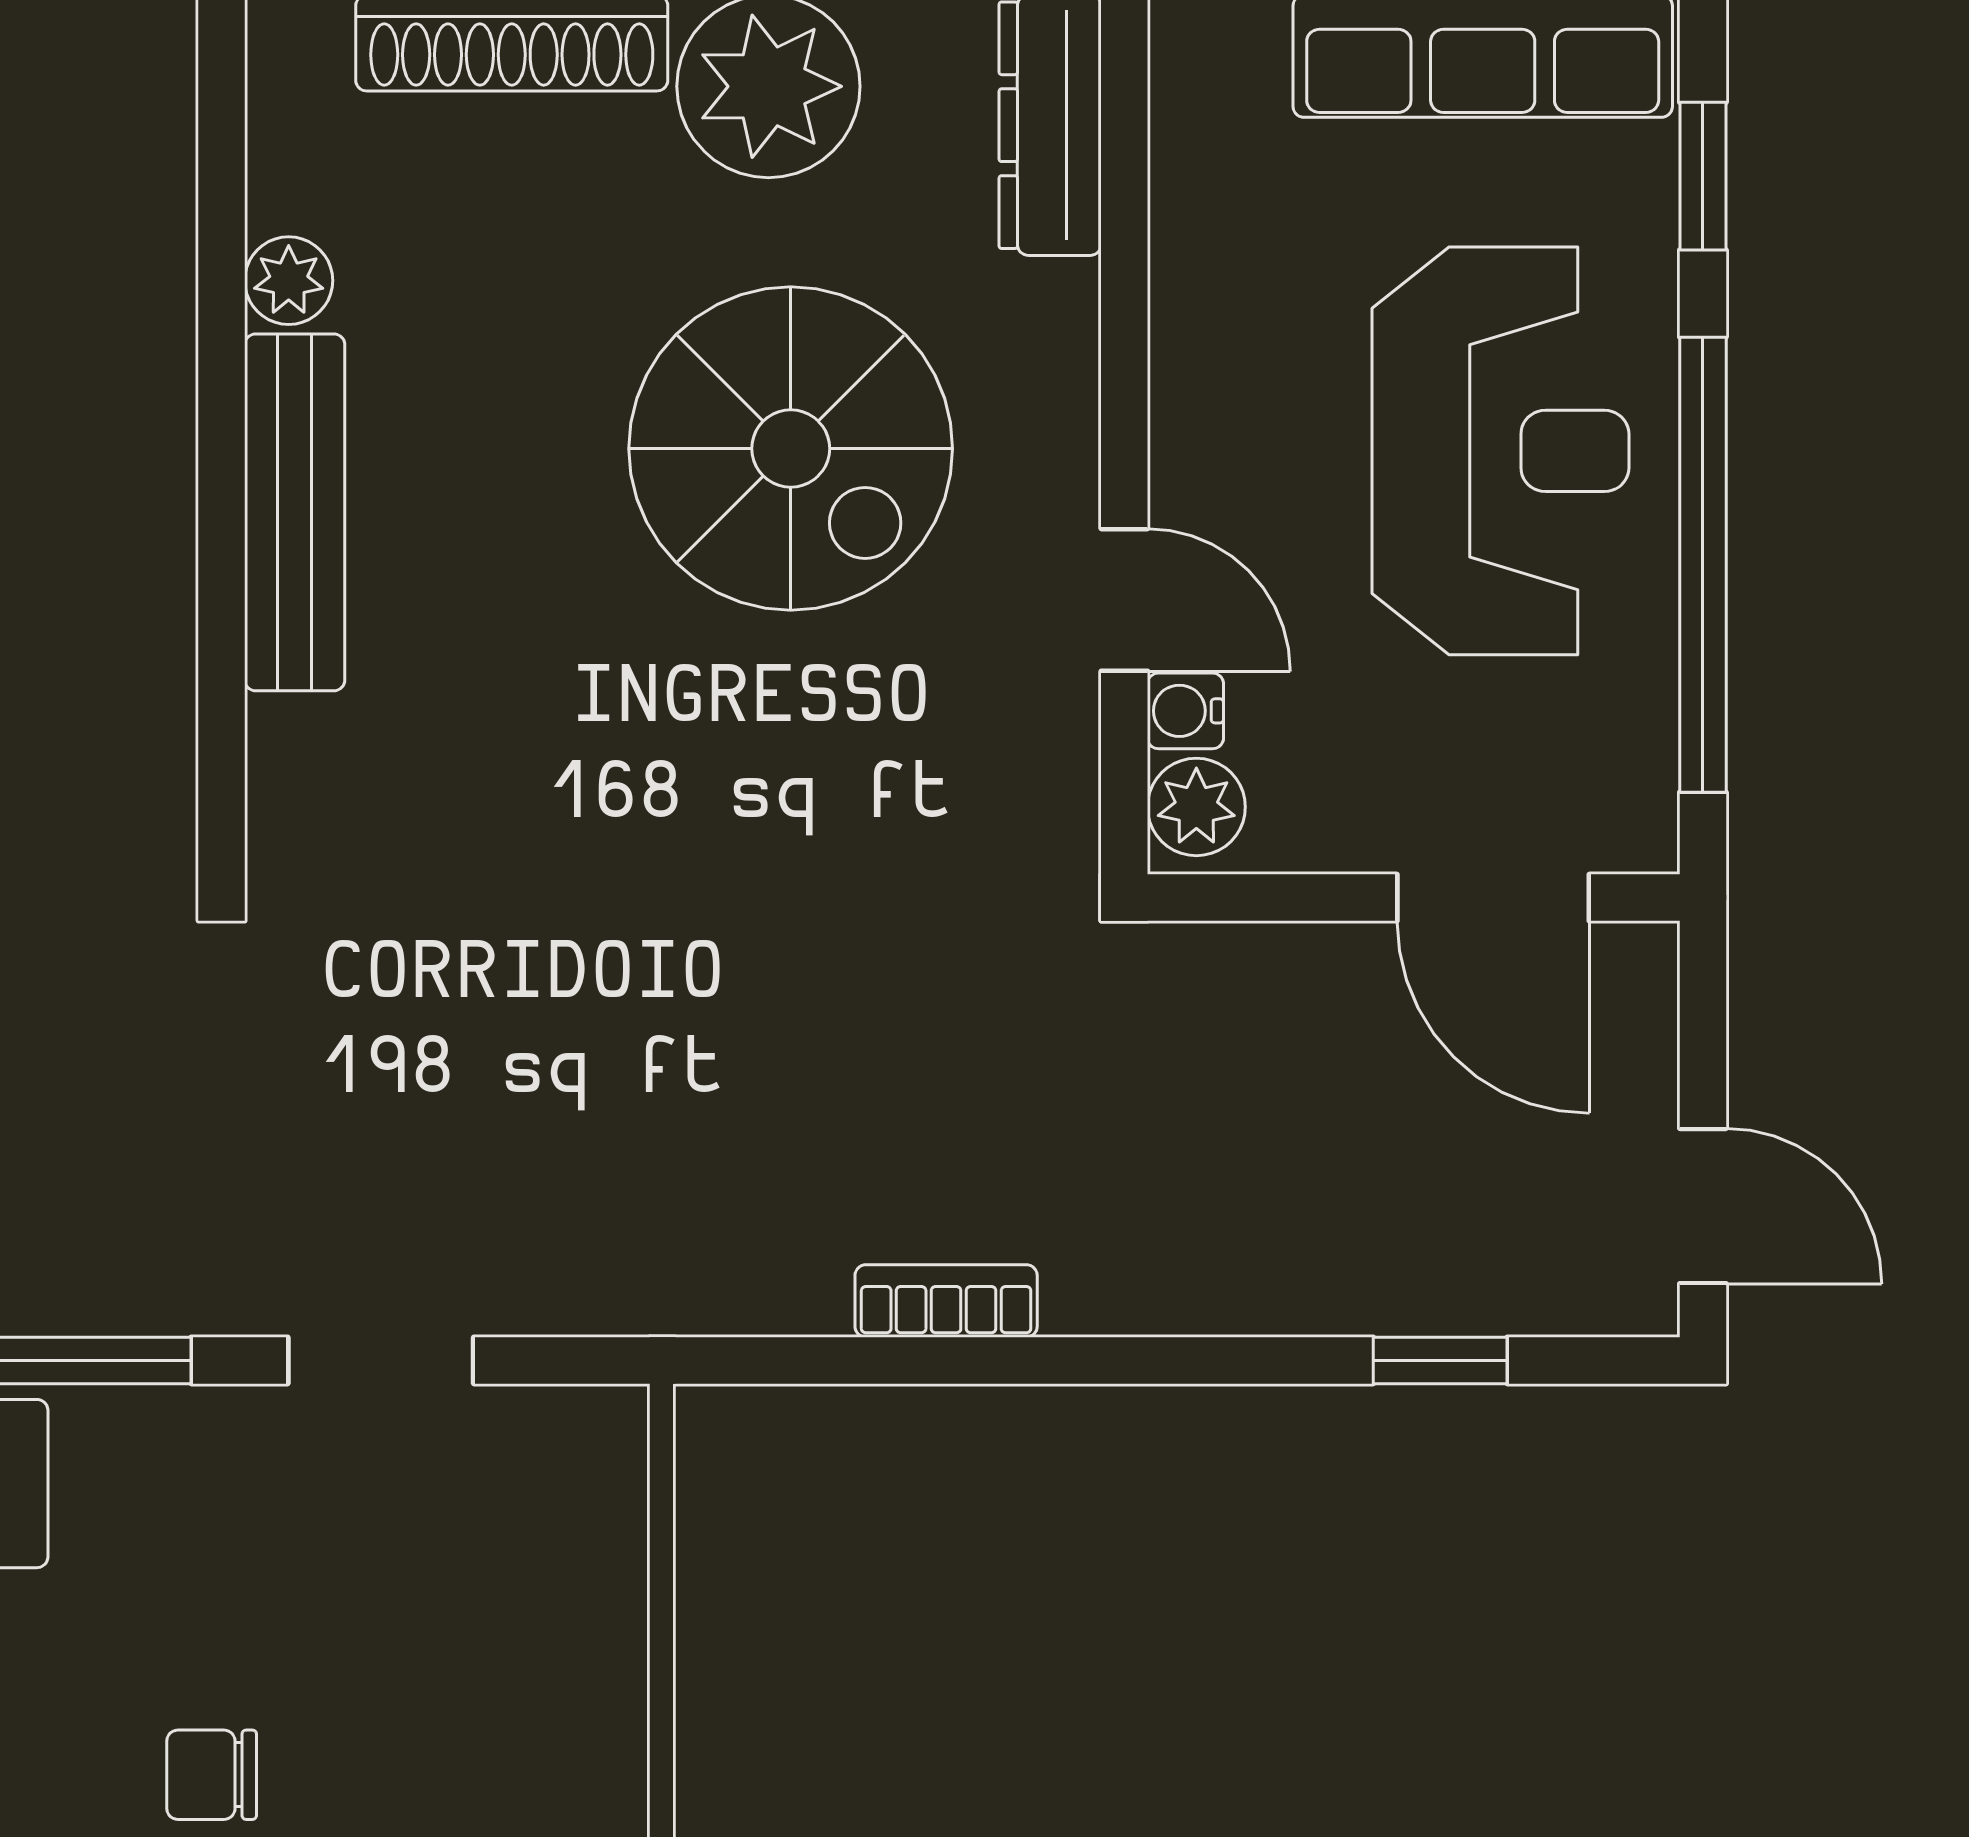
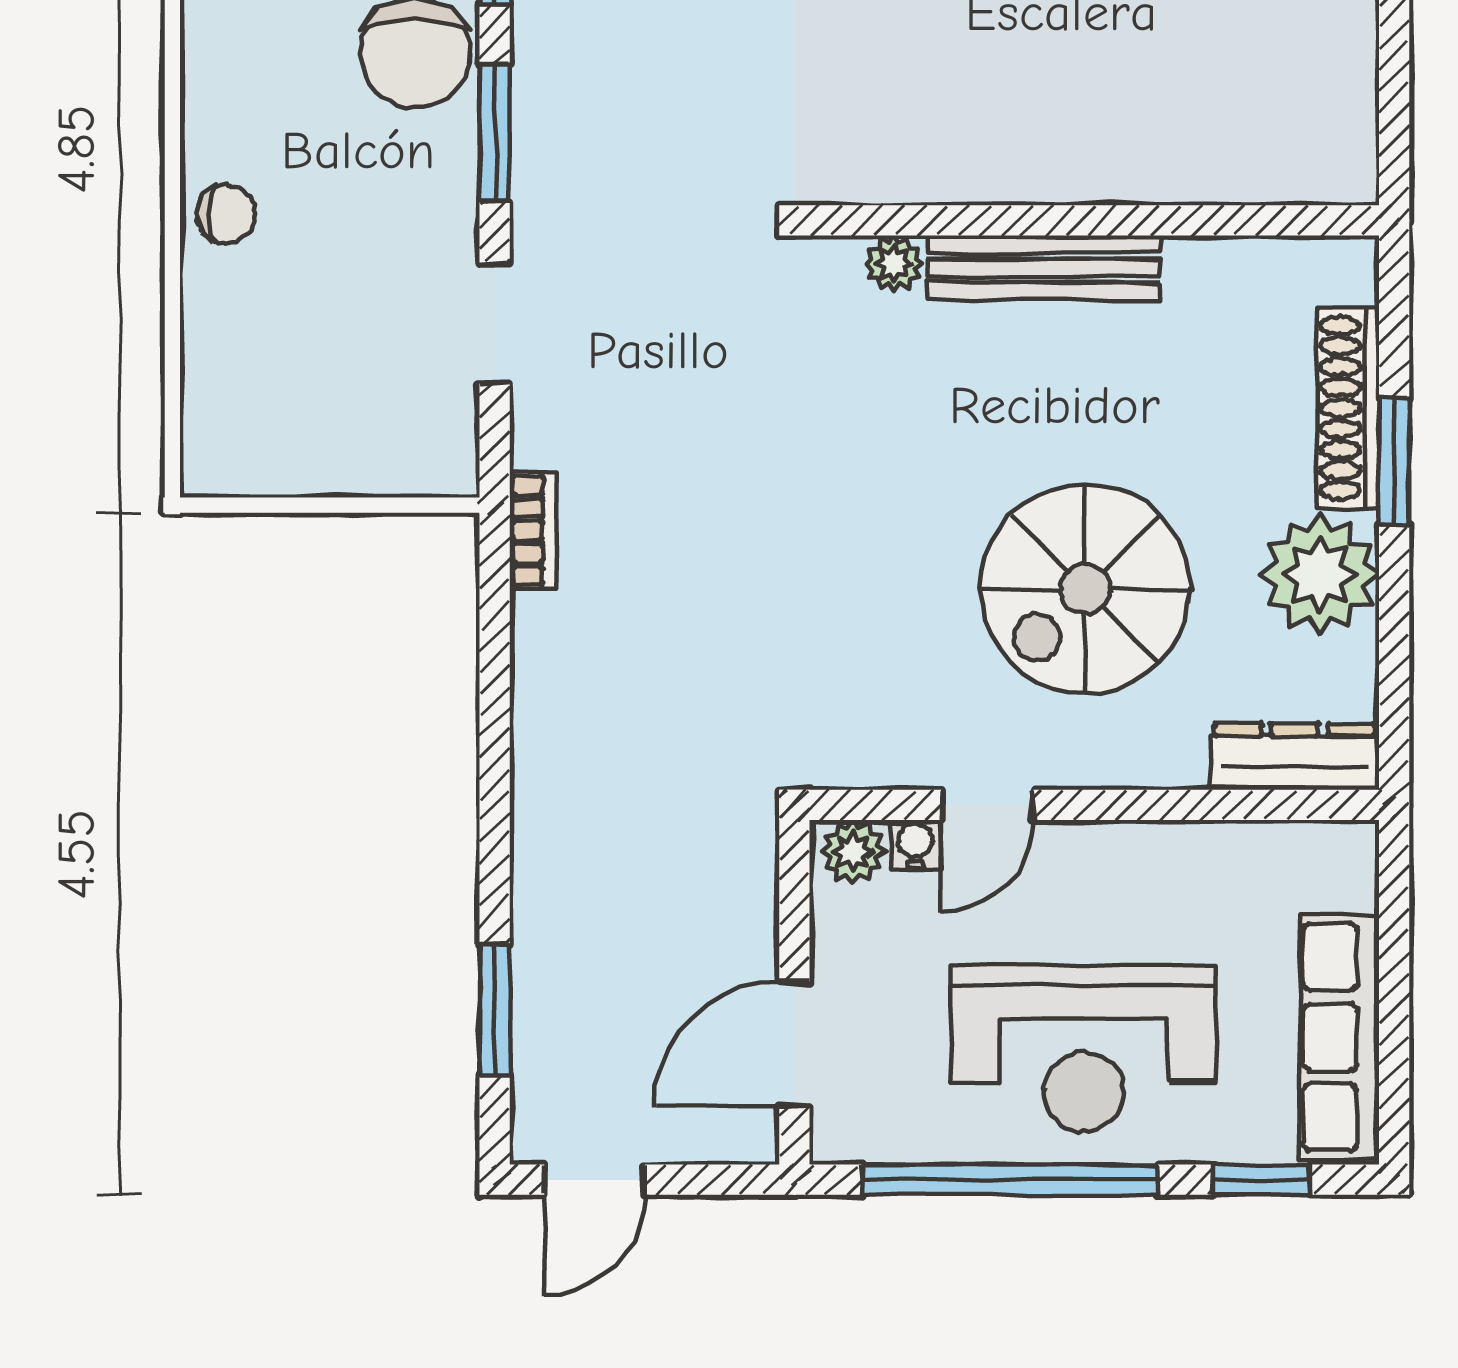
plant: (289, 281) -> (894, 264), moved
bookcase: (946, 1301) -> (533, 530), moved
window: (1440, 1360) -> (495, 1010), width x1.50
chair: (212, 1775) -> (226, 214), turned 90

